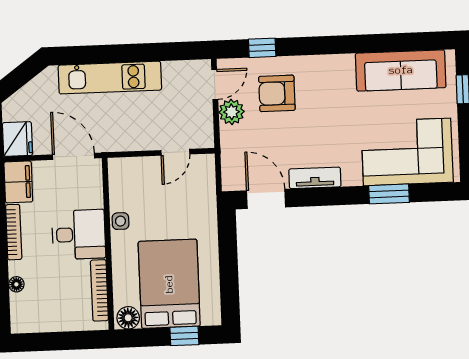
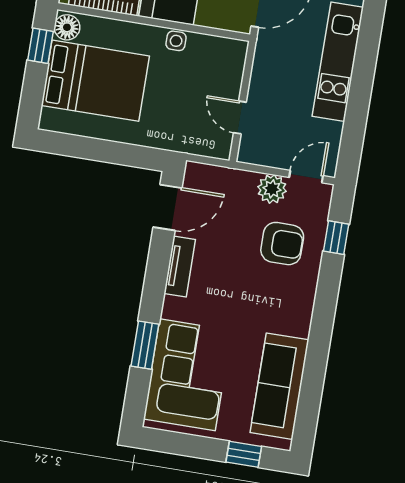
door: (215, 84) -> (306, 177), swing flipped
armchair: (277, 93) -> (282, 244), turned 90
window: (184, 336) -> (41, 46), moved

